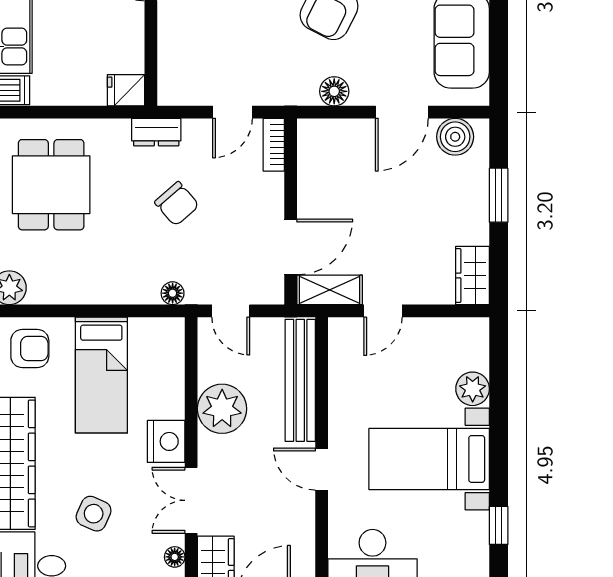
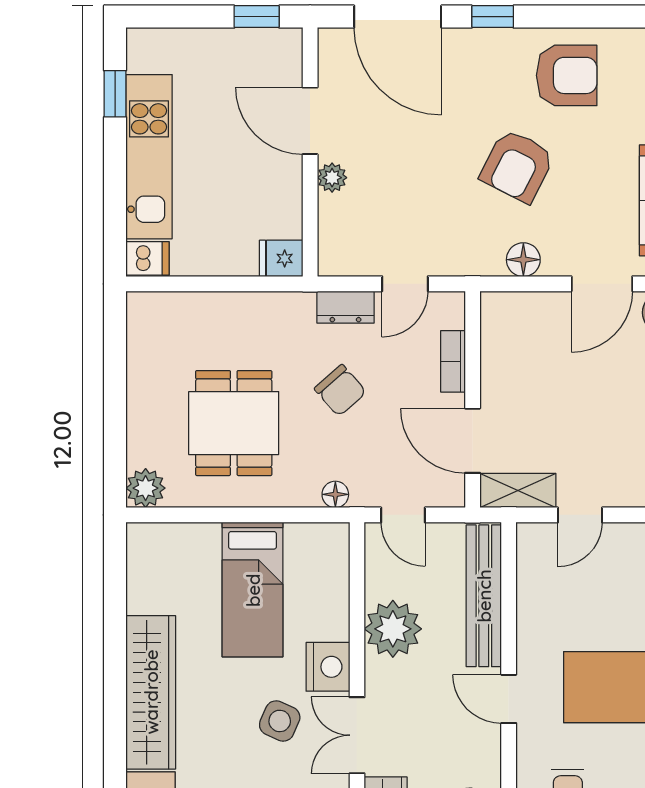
plant: (170, 21) -> (332, 178), added
dresser: (156, 132) -> (345, 307), moved
bookcase: (274, 145) -> (453, 361), moved
dining table: (51, 185) -> (234, 423), moved
door: (291, 247) -> (473, 441), swing flipped
armchair: (30, 349) -> (169, 559), removed
side table: (94, 514) -> (280, 721), moved

